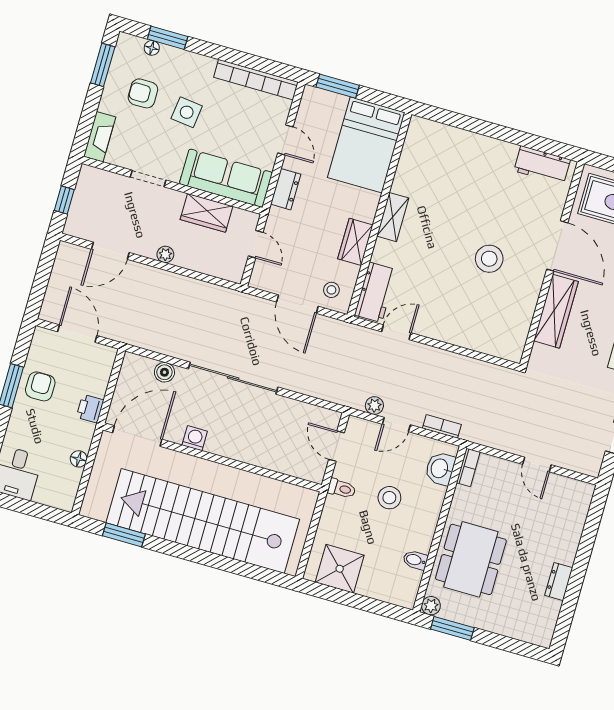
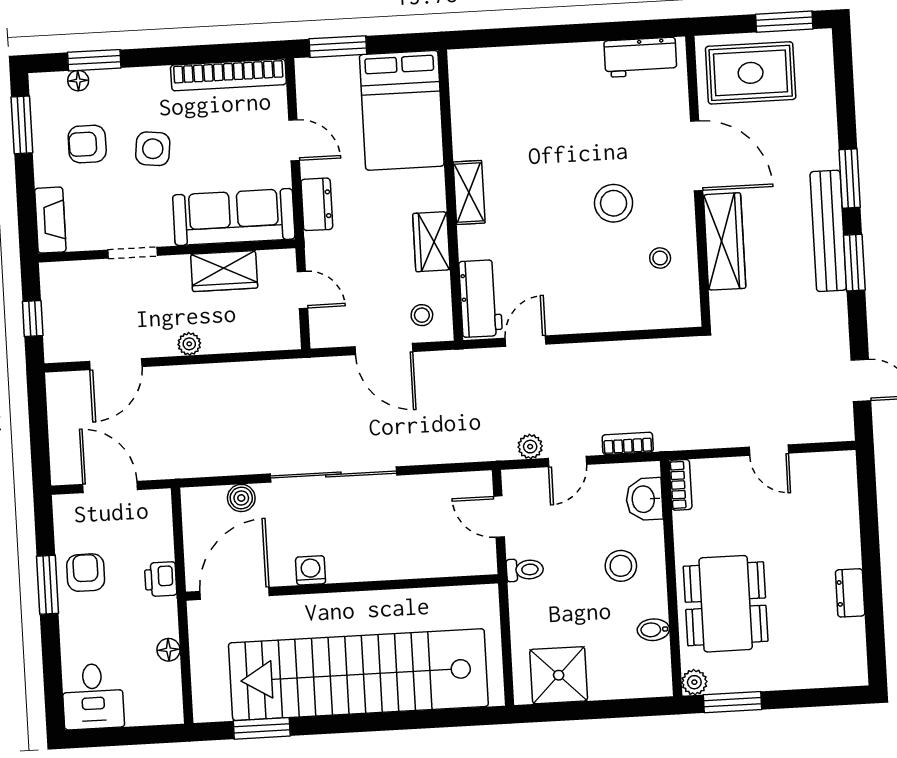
stool: (508, 307) -> (660, 258), added
stool: (389, 498) -> (621, 566), moved

